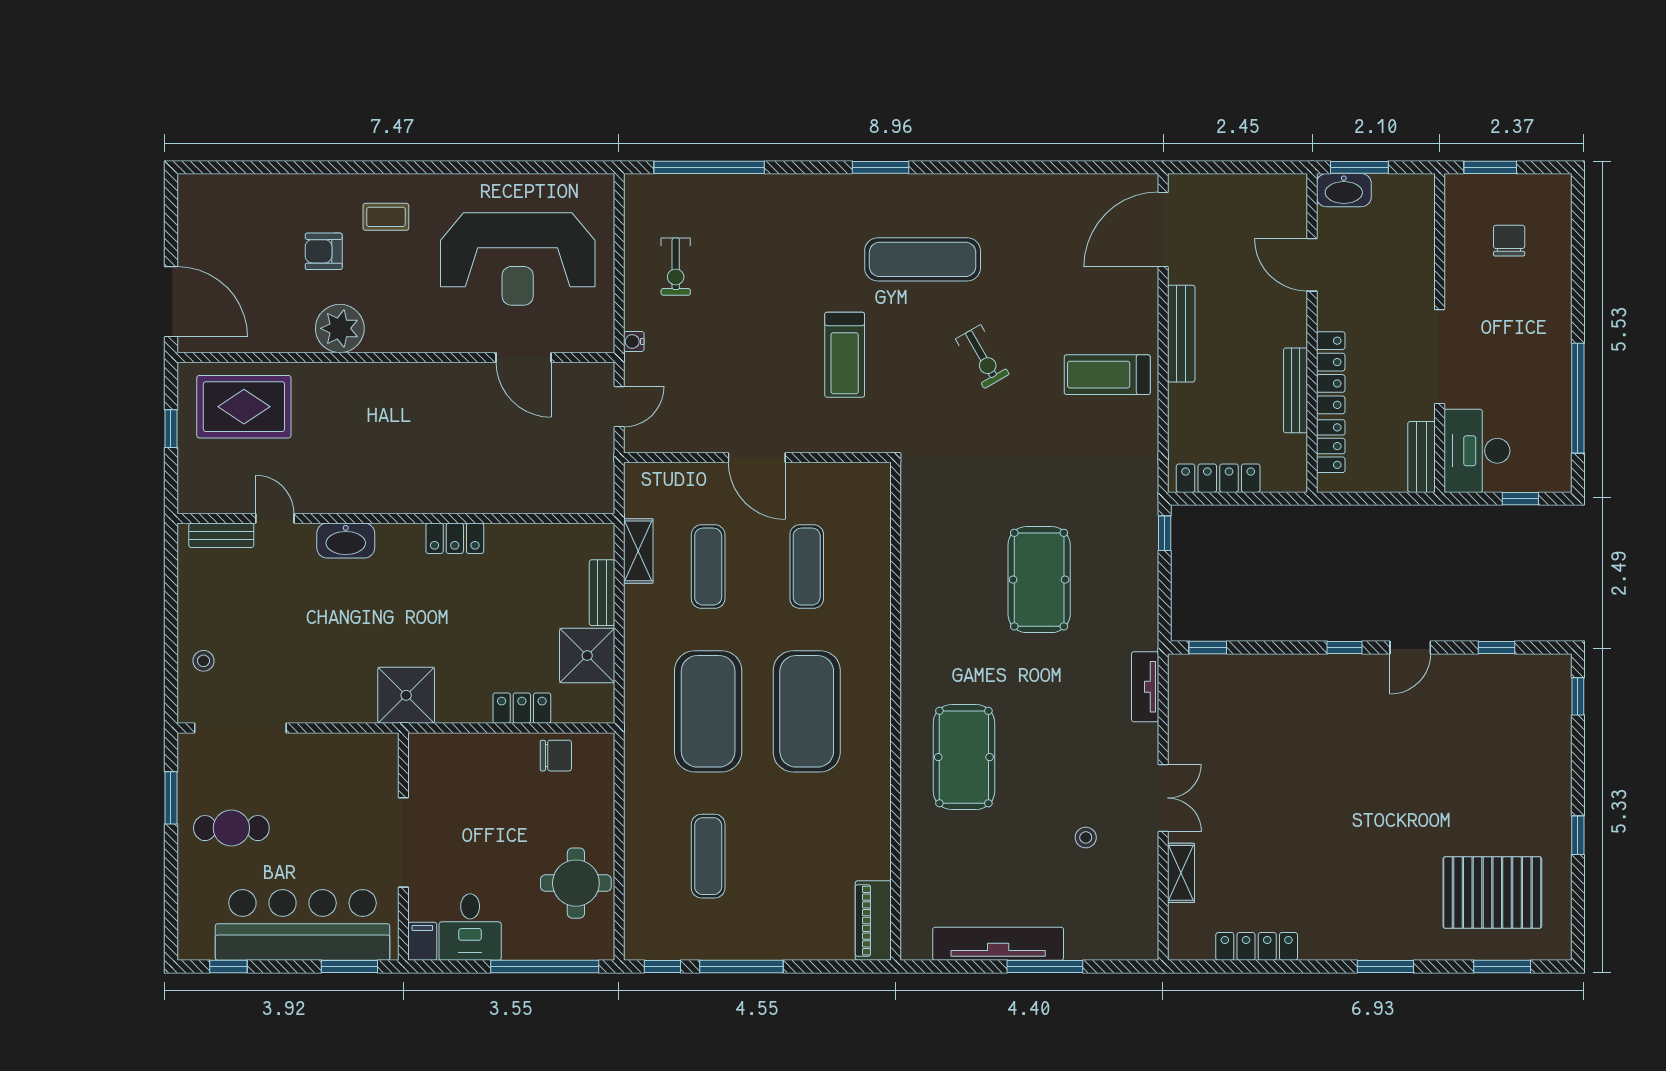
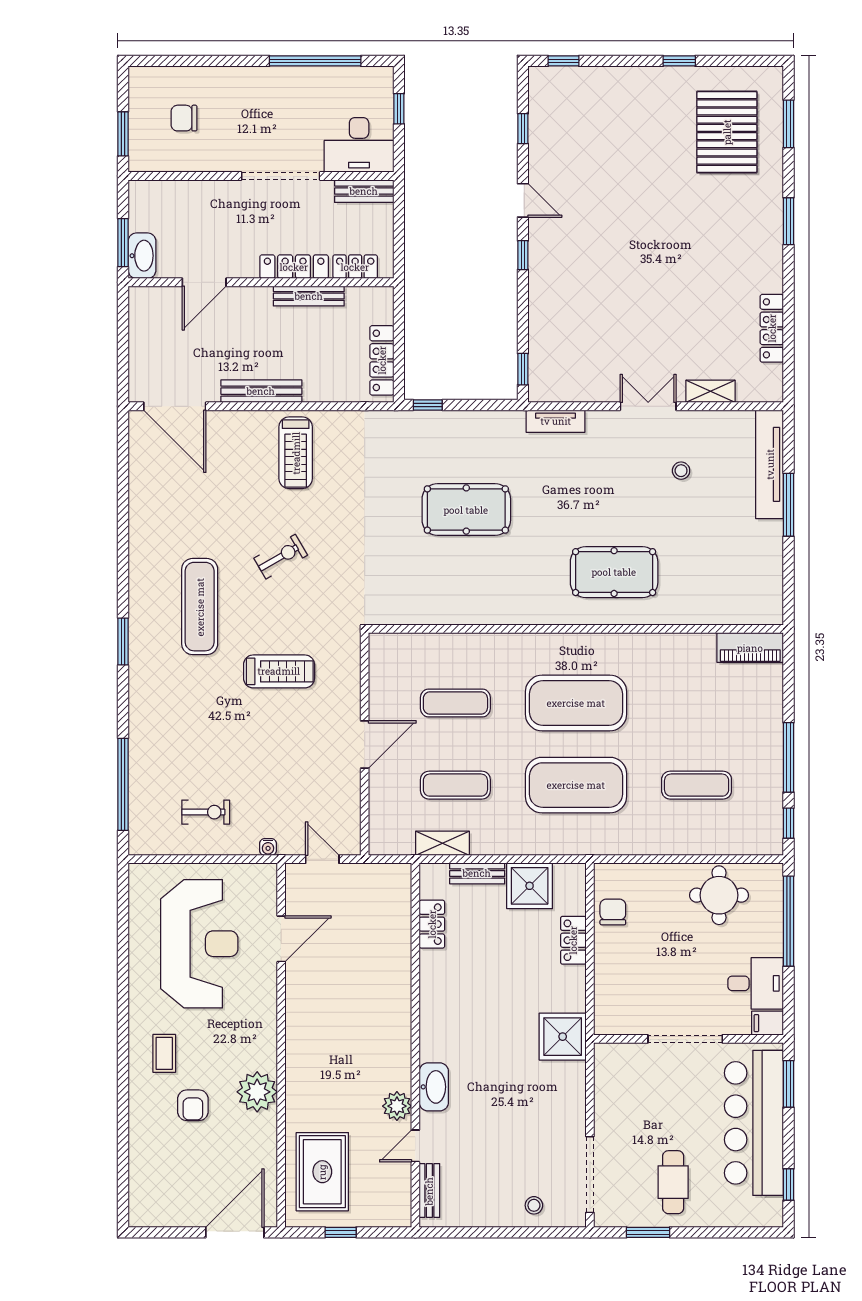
plant: (323, 496) -> (397, 1106), added
locker: (455, 538) -> (432, 924), moved
tv unit: (998, 944) -> (770, 464), moved

